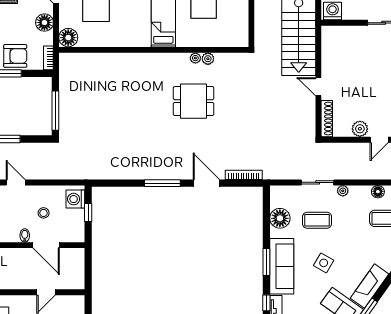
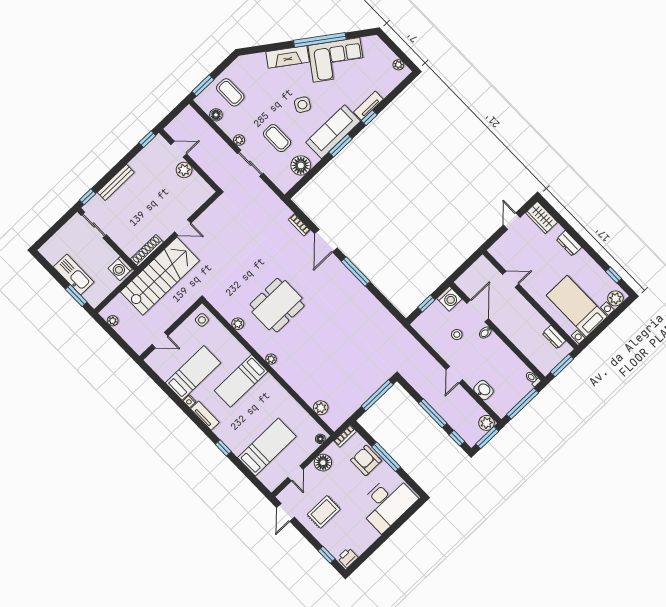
side table: (236, 35) -> (202, 320), added
floor lamp: (68, 38) -> (320, 439), width x0.53, depth x0.53
plant: (195, 58) -> (271, 359), moved
plant: (87, 60) -> (321, 408), added
door: (318, 87) -> (183, 227), hinge flipped
dining table: (194, 101) -> (277, 305), width x1.38
shoe rack: (327, 119) -> (147, 251), moved
bookcase: (244, 175) -> (299, 225), width x0.64
washing machine: (75, 199) -> (449, 299), moved

